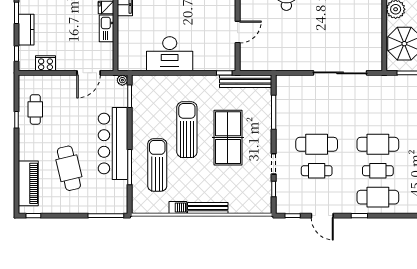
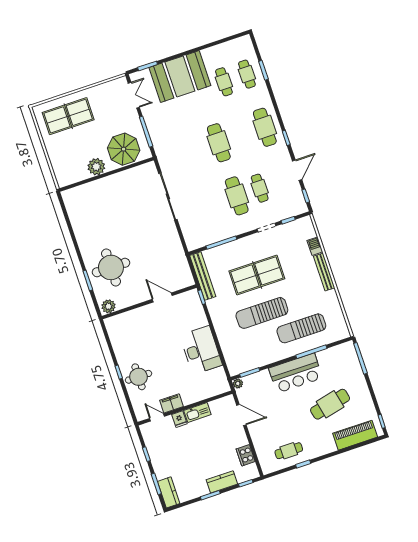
bar counter: (113, 143) -> (296, 373), width x0.73
cafe table: (378, 171) -> (242, 135), removed
barbecue: (178, 207) -> (315, 246), moved

